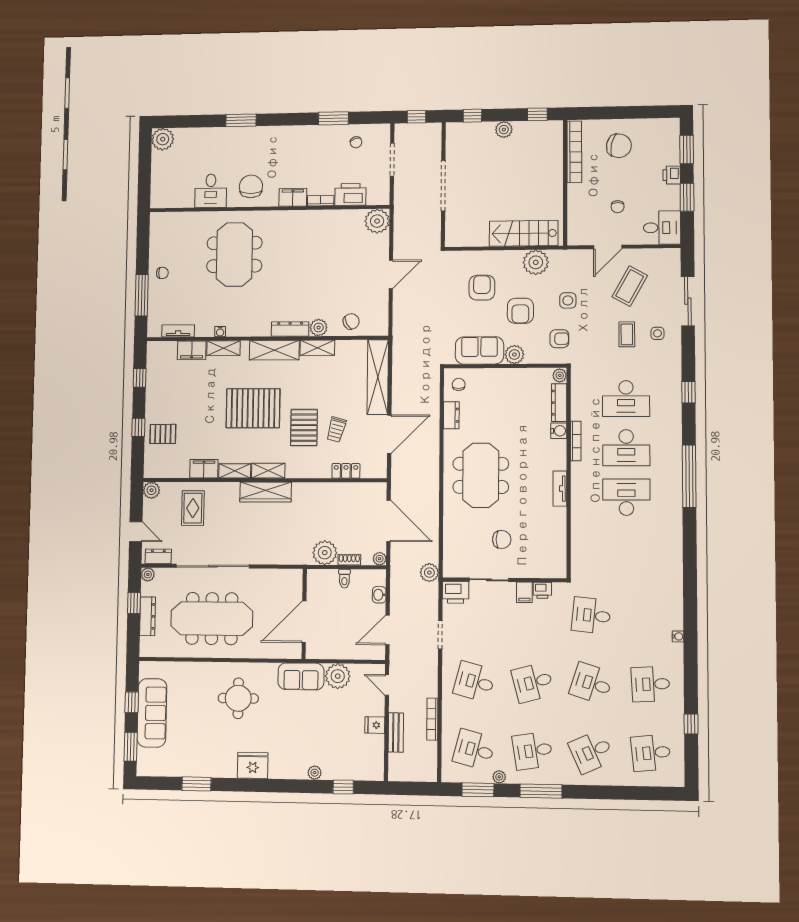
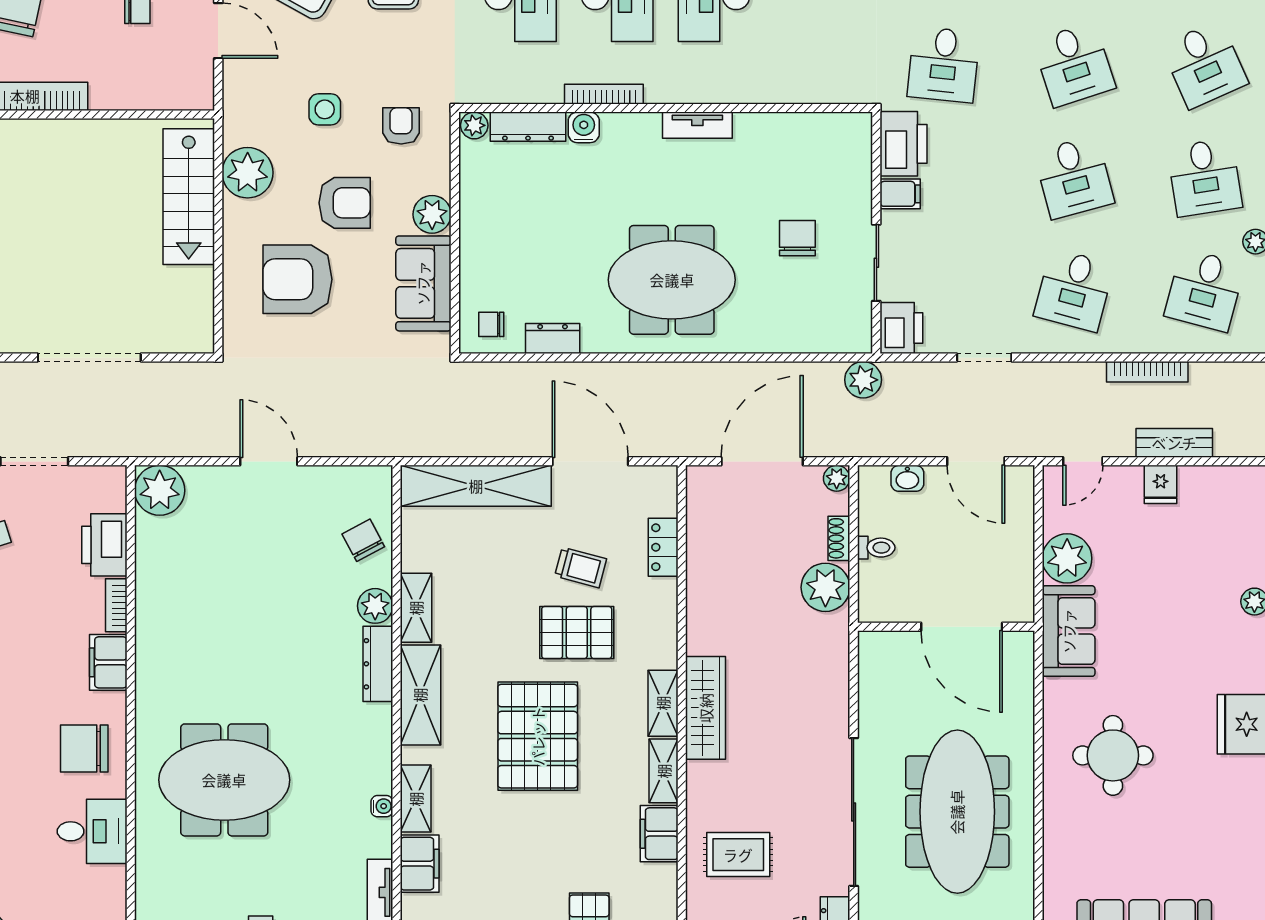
armchair: (482, 288) -> (297, 279), width x1.36, depth x1.36
printer: (542, 590) -> (904, 144), width x1.87, depth x1.48
desk: (591, 683) -> (1074, 65), turned -36

